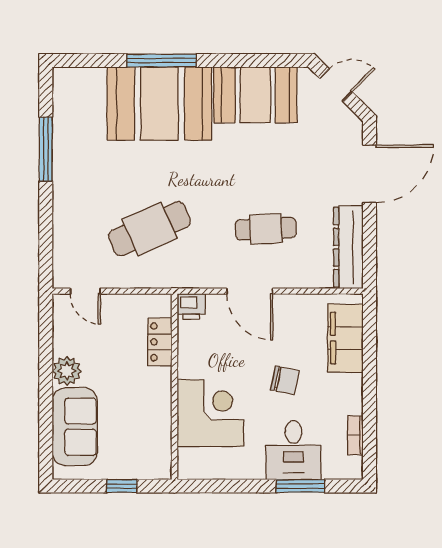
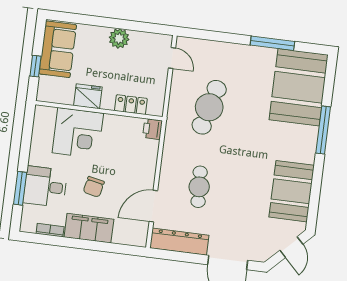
booth: (159, 104) -> (299, 87), moved
cafe table: (149, 229) -> (209, 107), turned 39
door: (85, 291) -> (172, 58), swing flipped
door: (250, 291) -> (153, 206), moved
filing cabinet: (345, 338) -> (89, 228), moved
fridge: (156, 405) -> (88, 96), added
sofa: (75, 427) -> (58, 49), moved, turned -90

